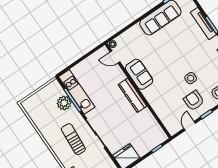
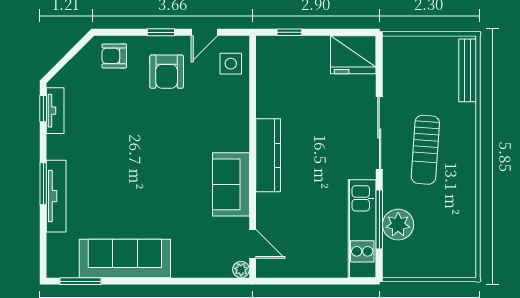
side table: (191, 78) -> (231, 64), moved

